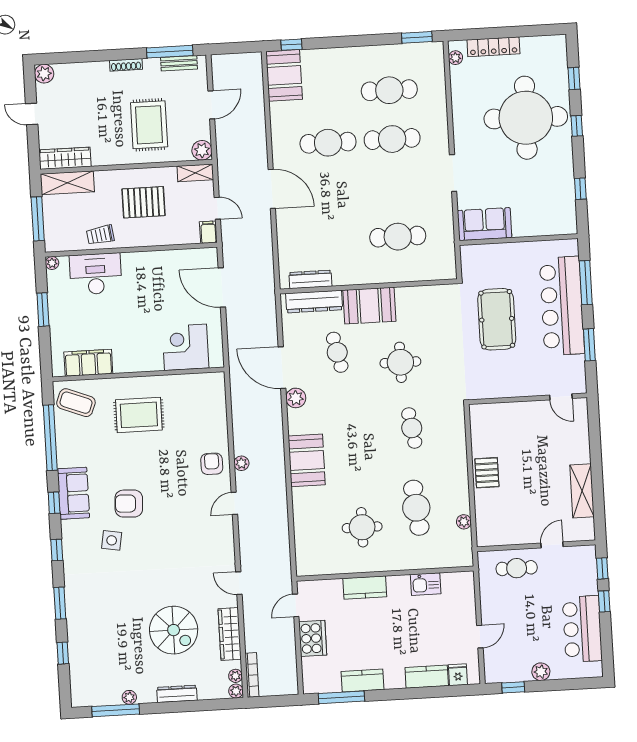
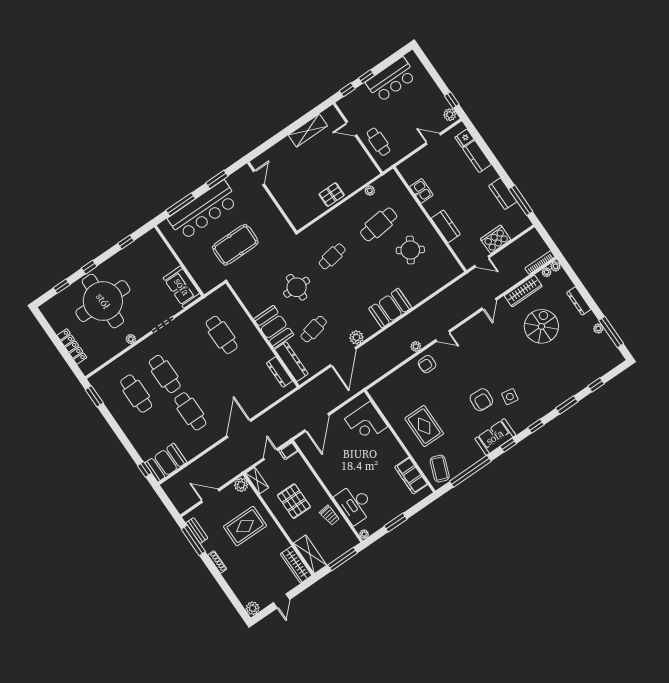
plant: (456, 58) -> (131, 339), moved
round table: (362, 527) -> (410, 250), turned 32
plant: (541, 672) -> (450, 115), moved

